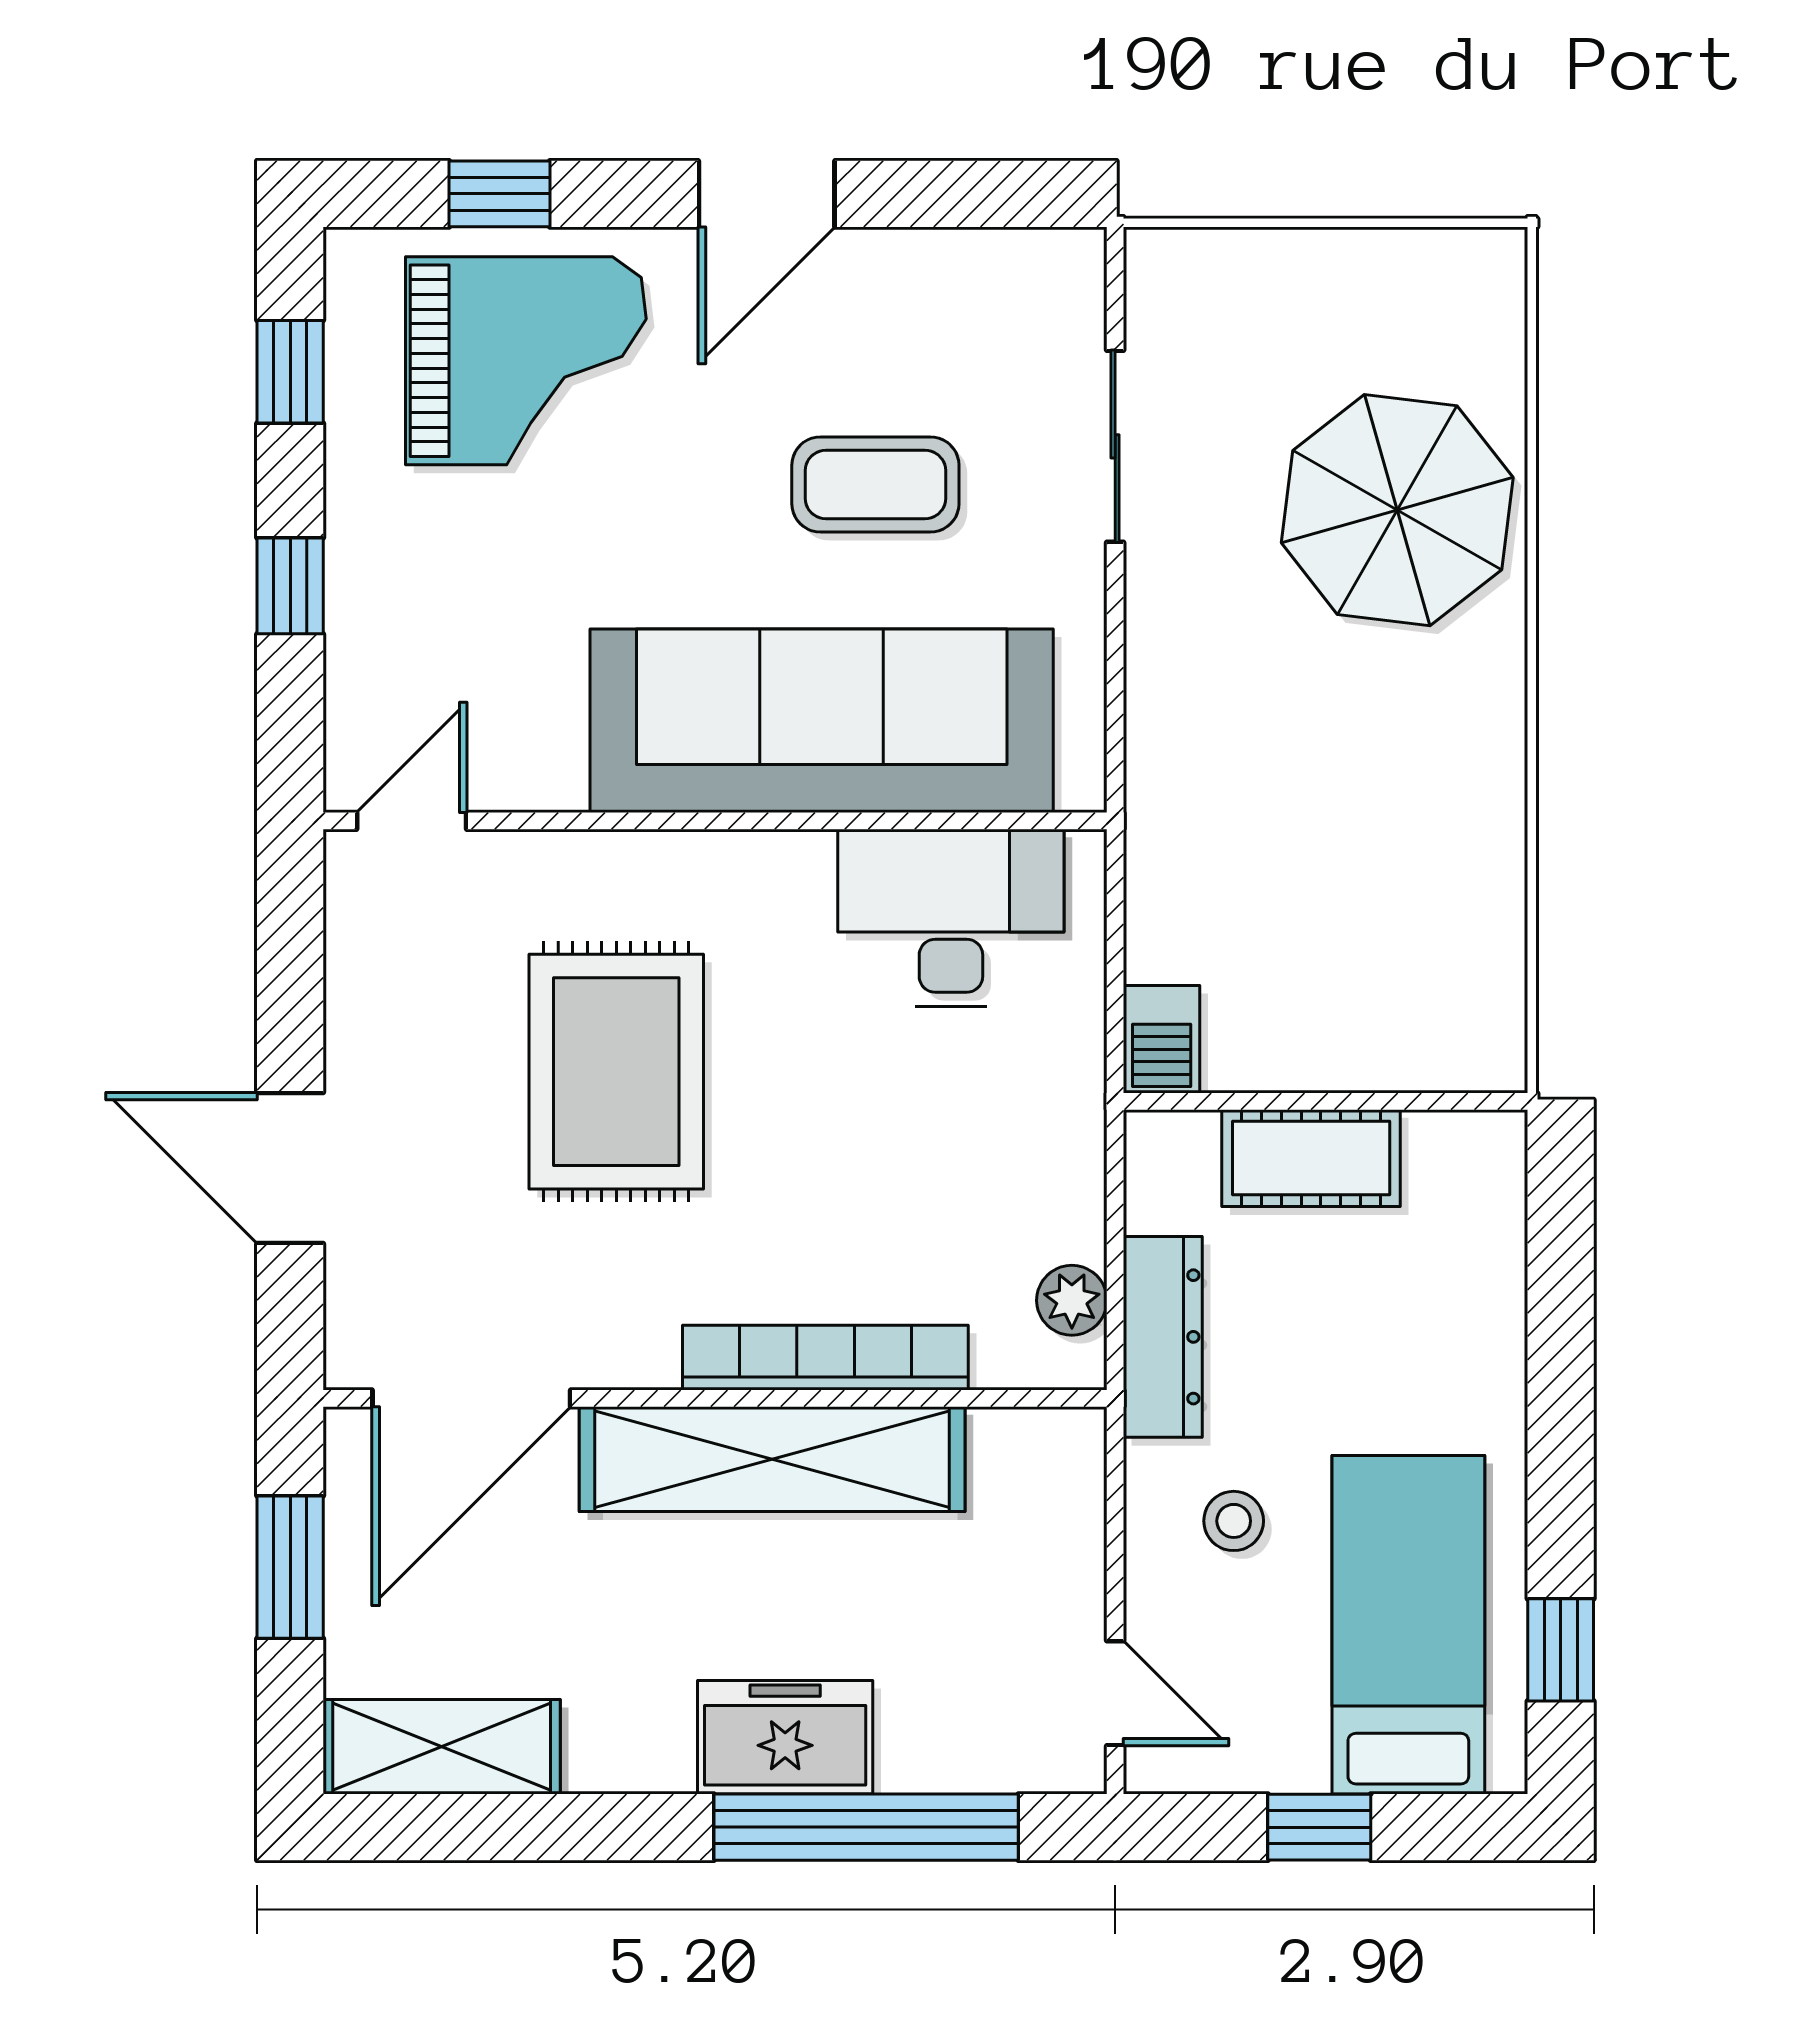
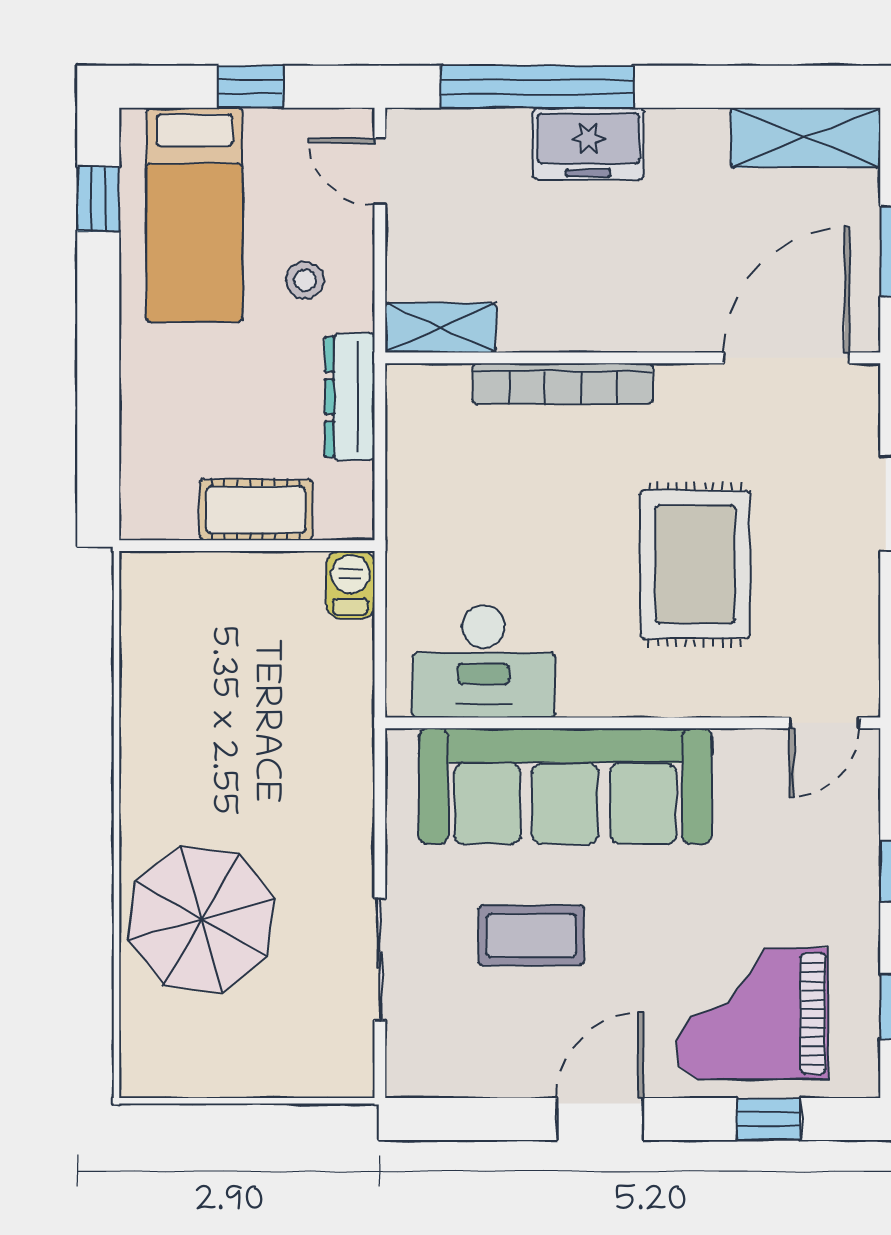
plant: (1072, 1300) -> (407, 420), removed
shelving: (772, 1459) -> (440, 328), moved, width x0.45, depth x0.75

